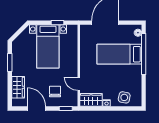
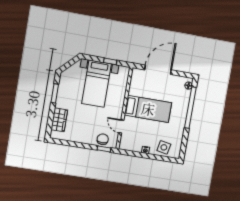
bed: (119, 54) -> (148, 109), moved, turned 180
chair: (55, 92) -> (103, 139), moved
wardrobe: (91, 100) -> (131, 144), removed
door: (36, 108) -> (74, 144), removed

